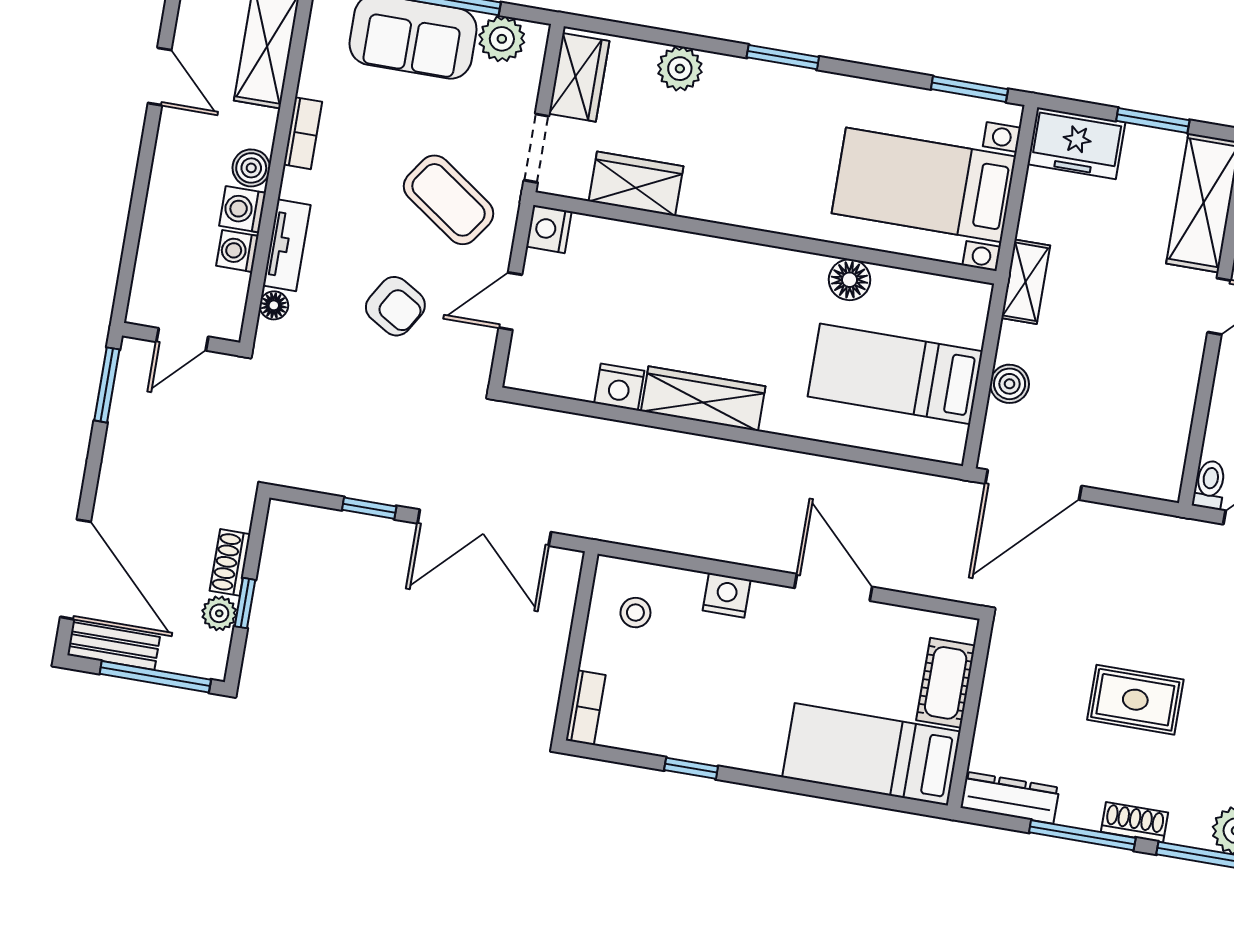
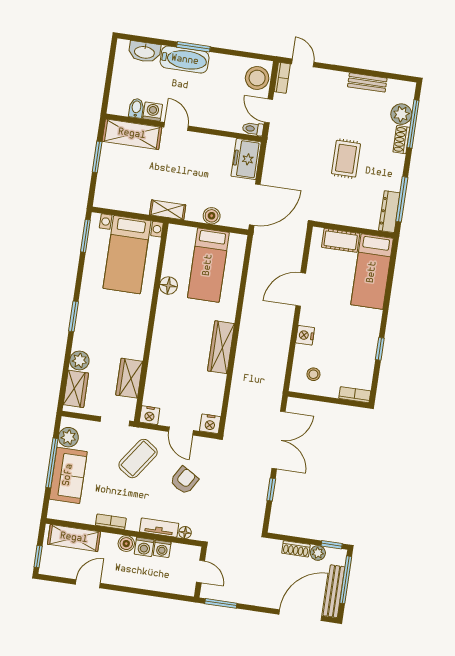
wardrobe: (579, 77) -> (76, 389), moved, turned 90
freezer: (1076, 143) -> (246, 159), moved, turned 180
nightstand: (619, 387) -> (210, 424), moved, turned 90
door: (1033, 485) -> (255, 205), hinge flipped
window: (245, 603) -> (332, 545), moved
bench: (113, 646) -> (334, 591), width x1.36
shoe rack: (1135, 822) -> (401, 140), moved
window: (1082, 835) -> (402, 199), moved

